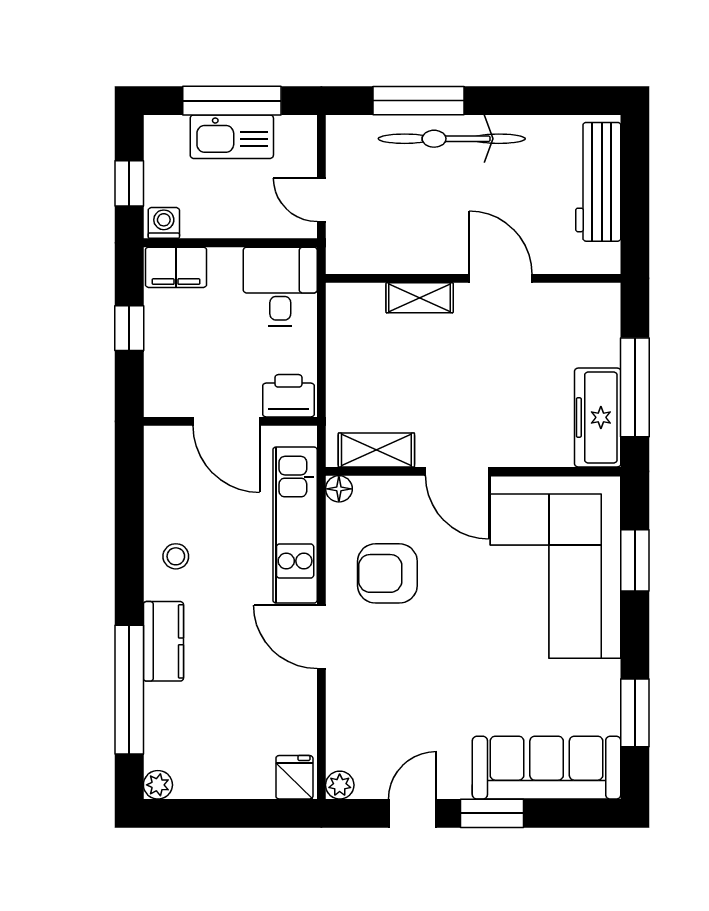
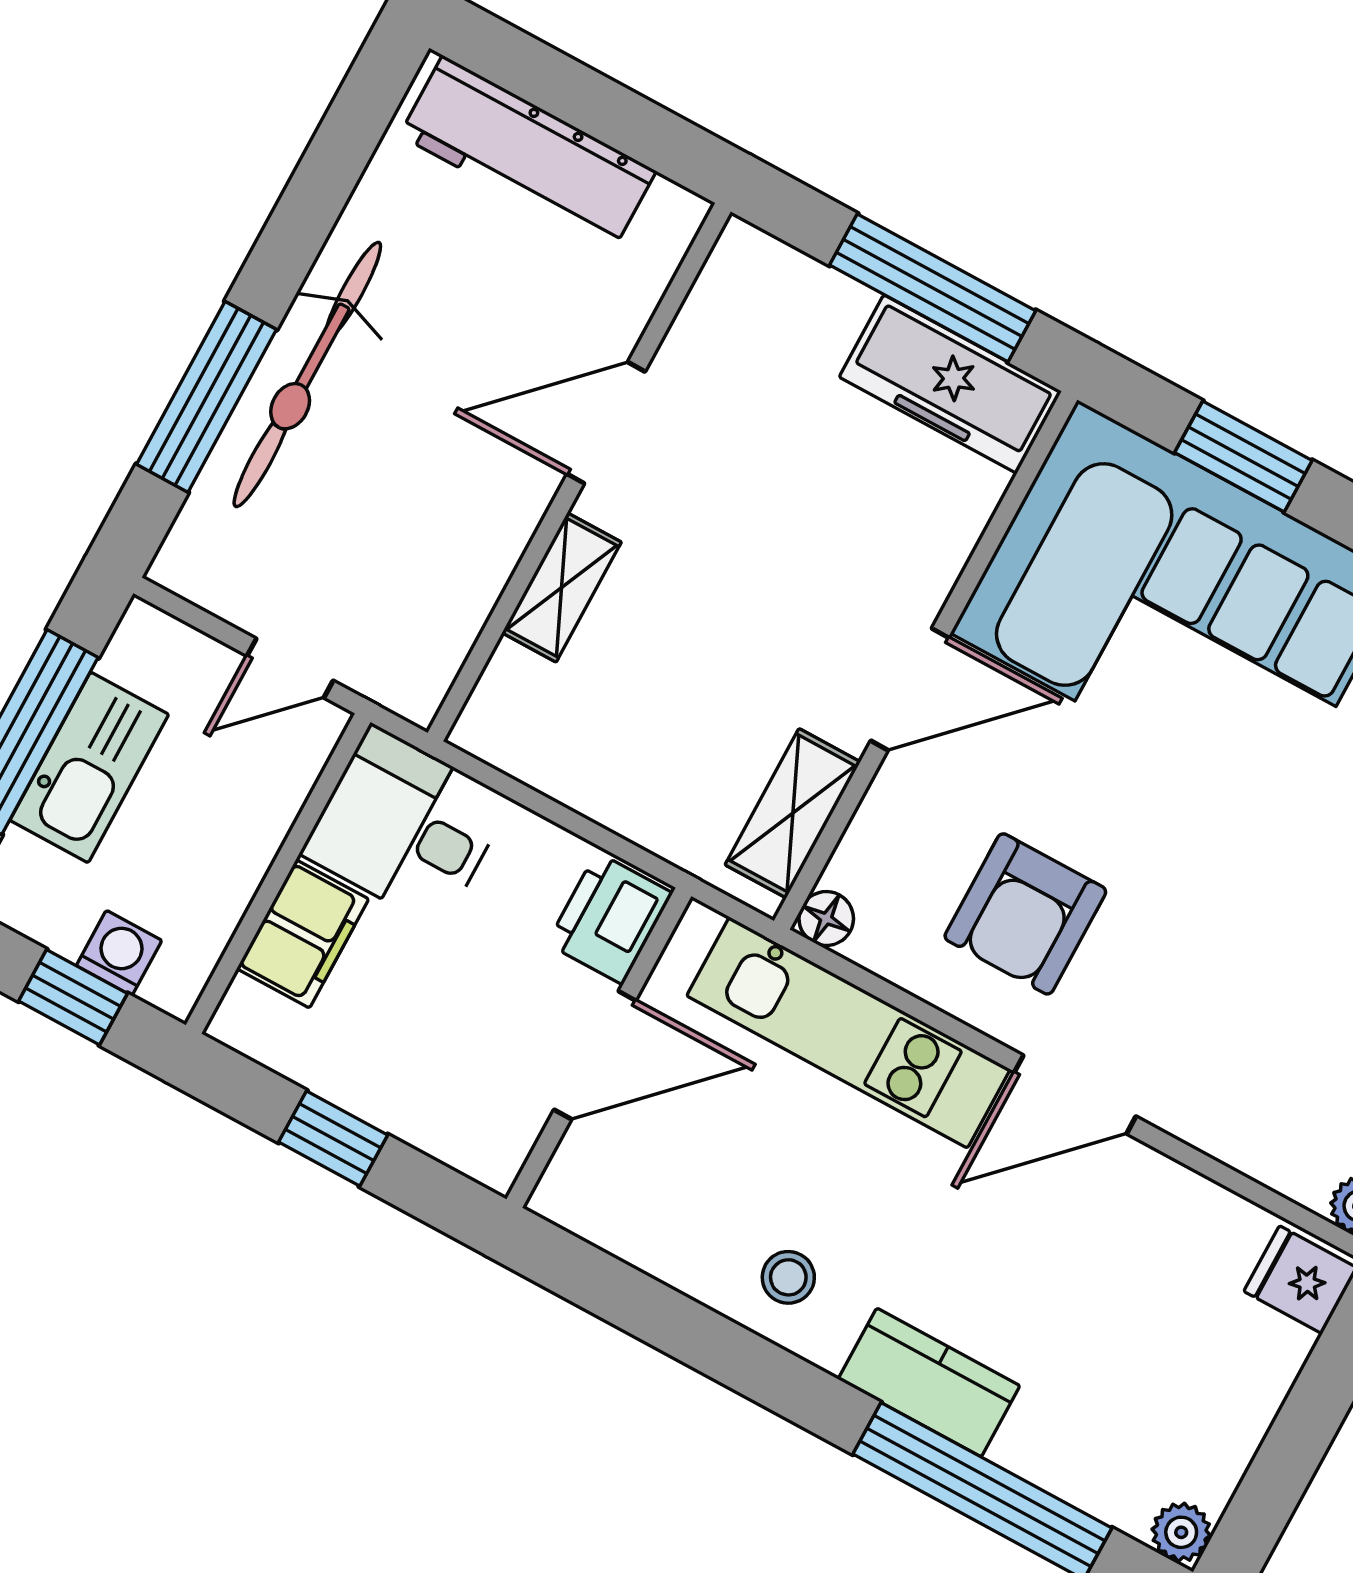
washing machine: (164, 223) -> (119, 953), moved, turned 90
filing cabinet: (176, 267) -> (303, 934), moved

